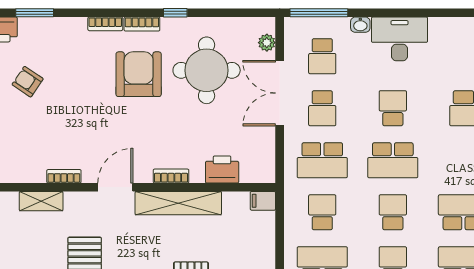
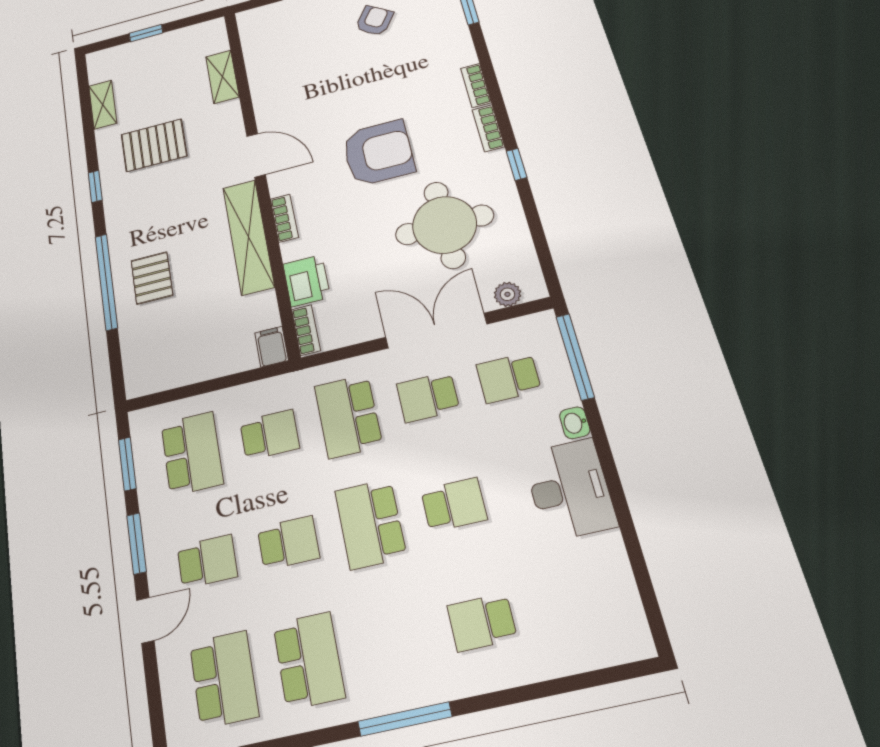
armchair: (139, 74) -> (378, 153), moved
bookcase: (64, 176) -> (306, 330), moved

